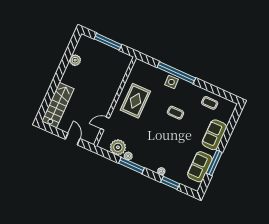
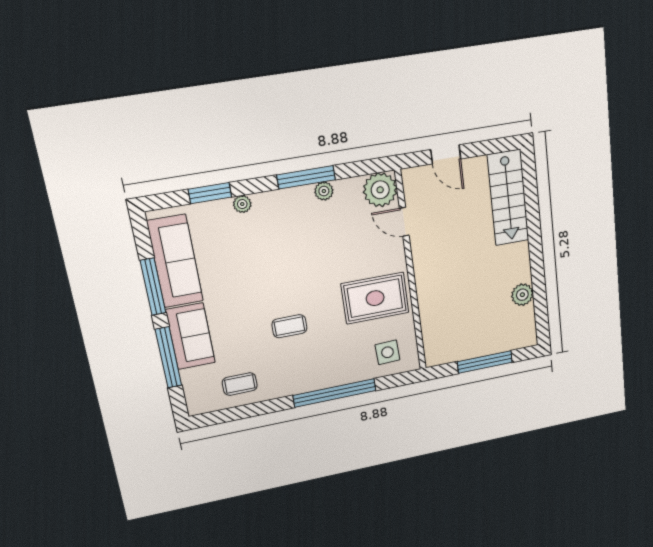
side table: (171, 82) -> (387, 352), moved
rug: (135, 101) -> (375, 298), turned 90
door: (105, 123) -> (404, 222), swing flipped
window: (228, 132) -> (168, 357), added
plant: (118, 147) -> (380, 190), moved
sofa: (200, 167) -> (175, 261), width x1.36

